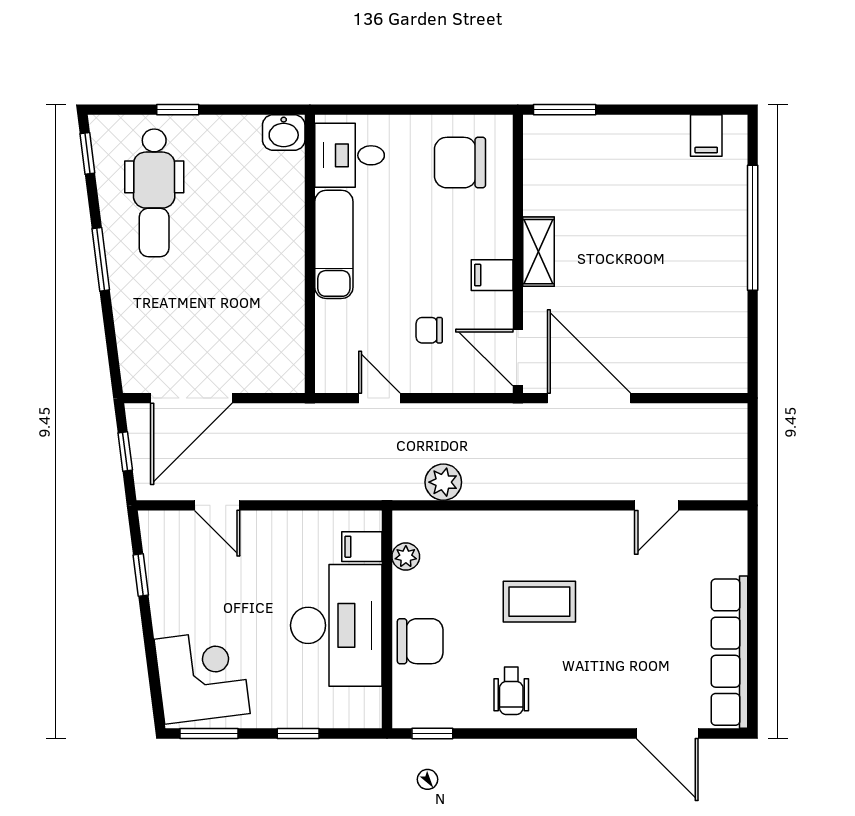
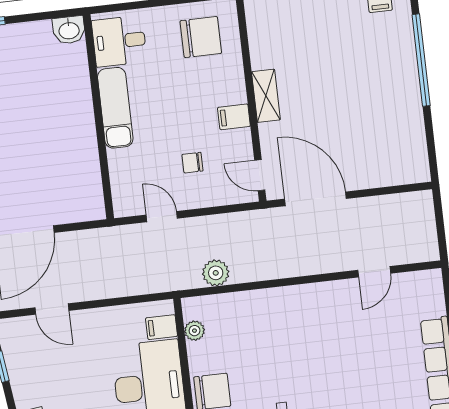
chair: (460, 163) -> (201, 37), turned 180
door: (518, 358) -> (260, 175), width x0.73
coffee table: (539, 602) -> (296, 352), removed

